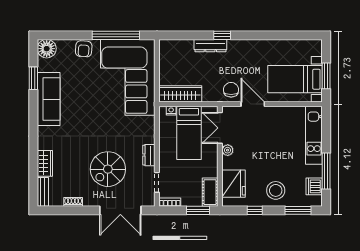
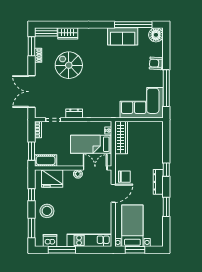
window: (271, 35) -> (166, 207), added
dresser: (210, 46) -> (158, 182), moved
corner sofa: (128, 77) -> (142, 103), width x0.73, depth x0.74
window: (33, 78) -> (133, 25), width x2.11
sofa: (49, 99) -> (123, 36), width x0.73
spiral stairs: (108, 169) -> (69, 65), moved
window: (61, 210) -> (32, 46), added

